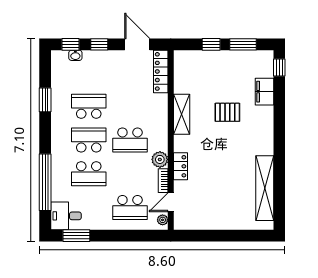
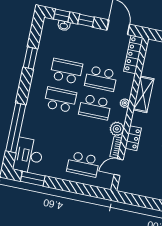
school desk: (89, 174) -> (101, 78), moved
desk: (66, 216) -> (28, 156), width x1.37
plant: (163, 220) -> (125, 103), moved

